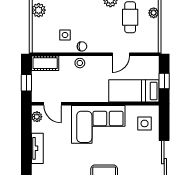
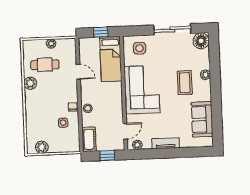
plant: (154, 13) -> (51, 44), moved

